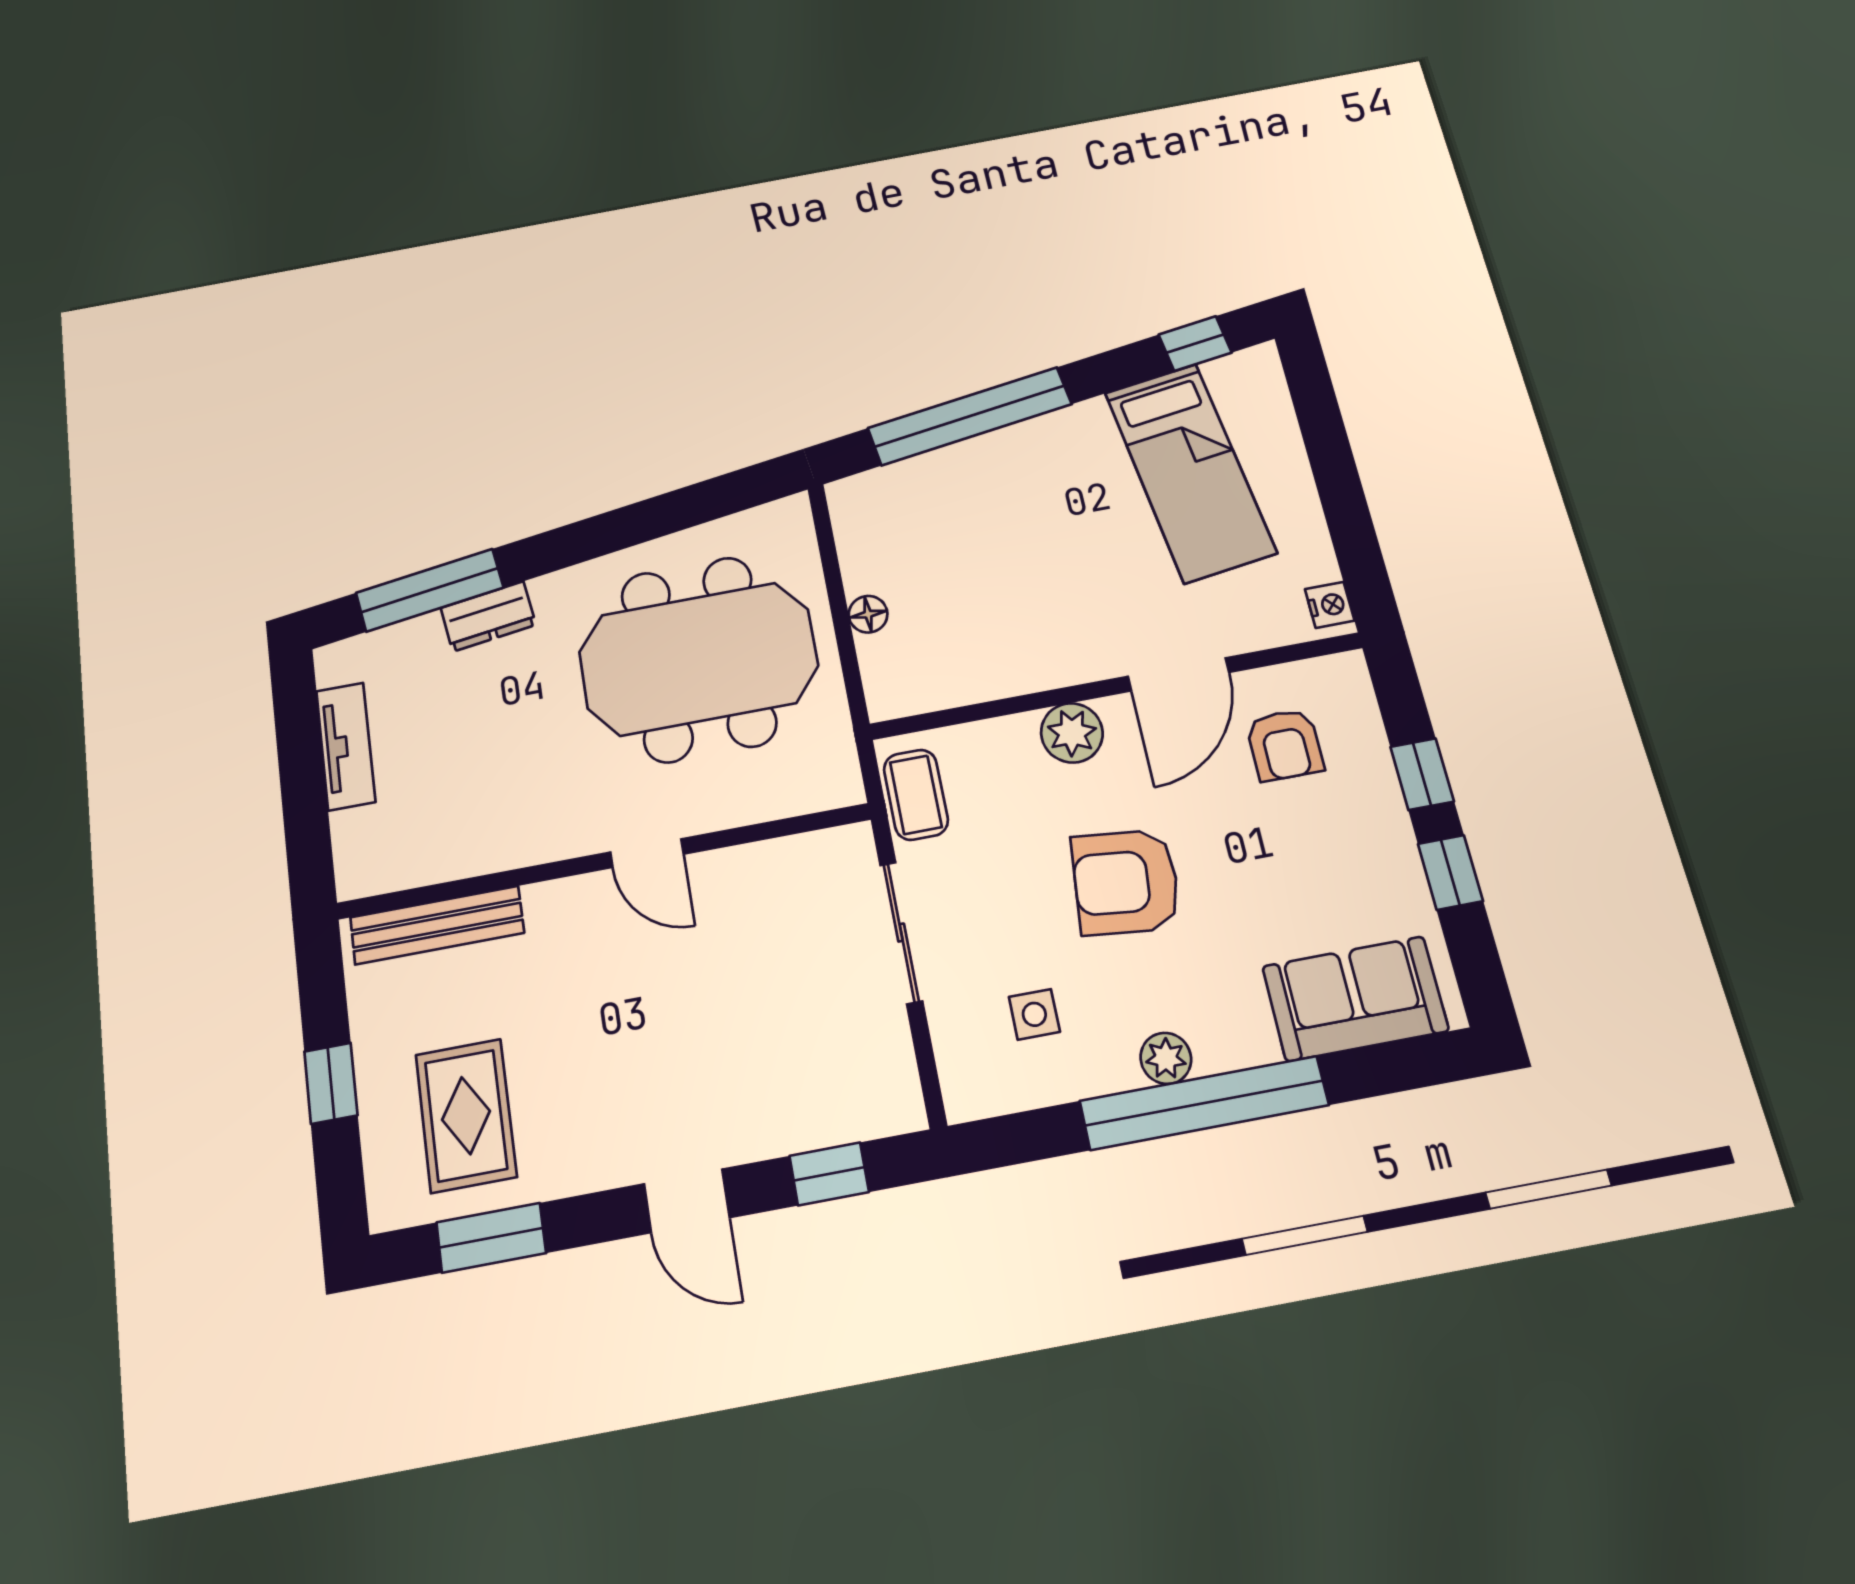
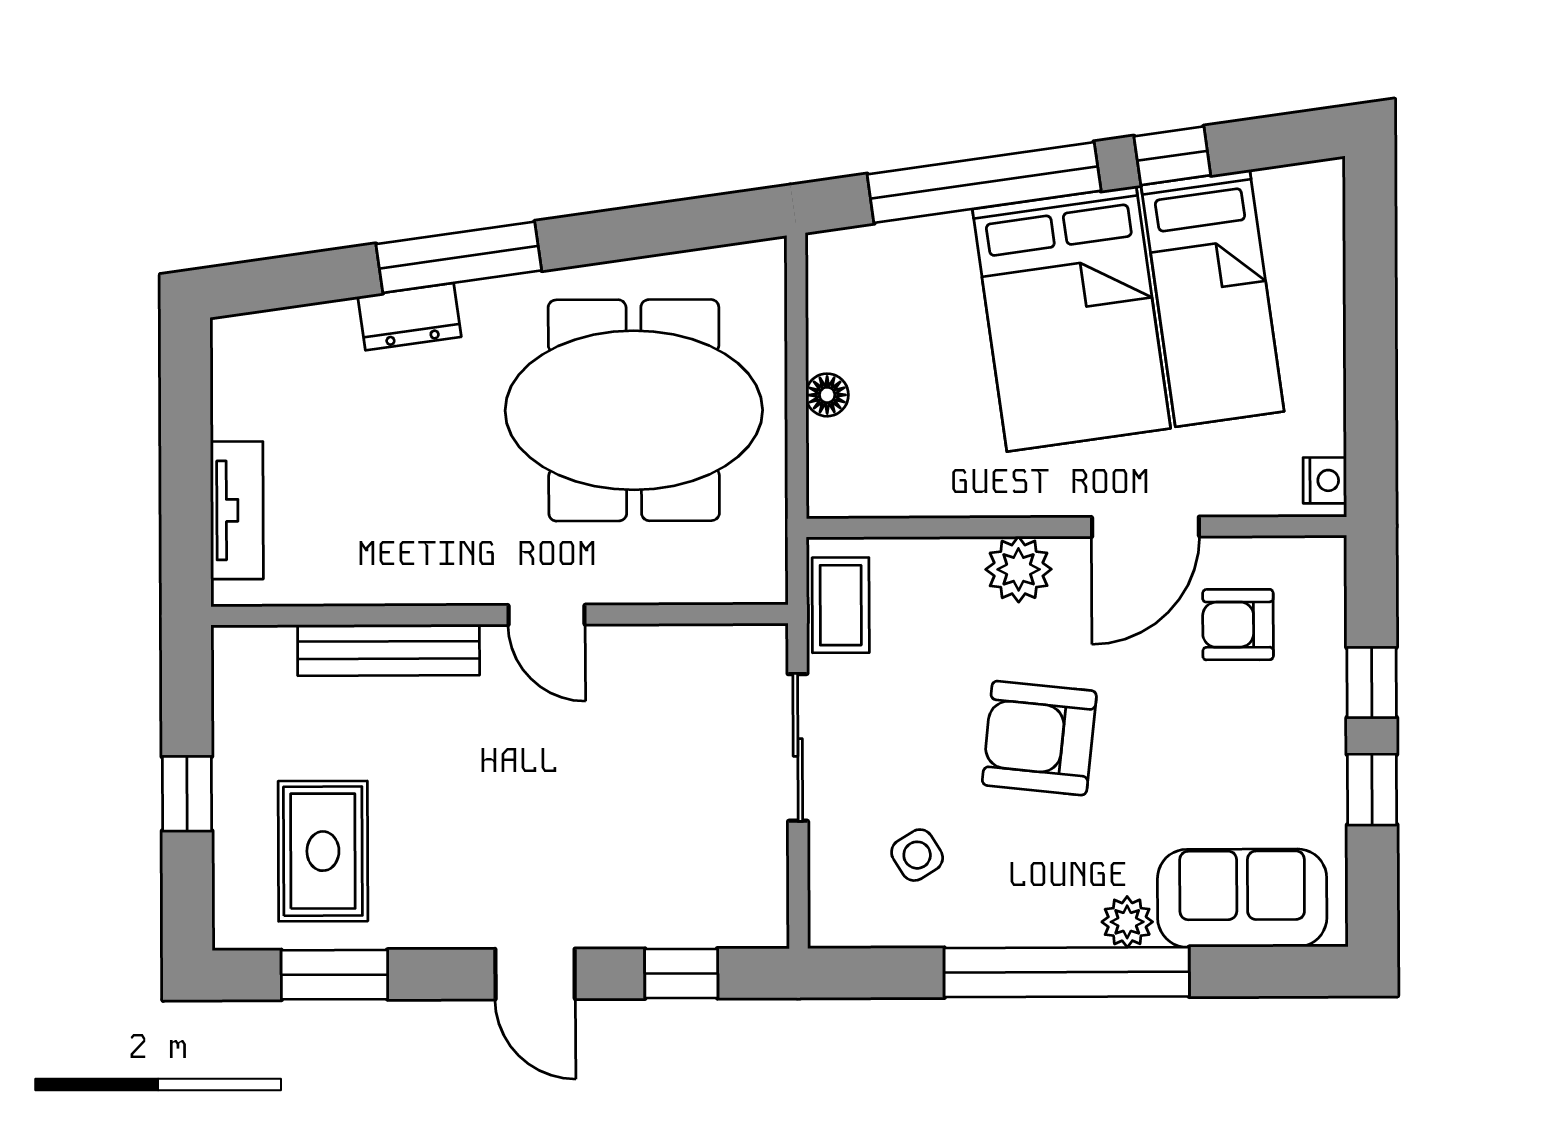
window: (1195, 344) -> (1172, 156), moved
bed: (1070, 511) -> (1071, 319), added
window: (430, 590) -> (459, 257), moved
armchair: (1285, 745) -> (1238, 625), turned 90
tv unit: (346, 746) -> (237, 510), moved
bench: (437, 925) -> (389, 650), moved
side table: (1034, 1014) -> (917, 855), turned -32
plant: (1166, 1058) -> (1127, 922), moved

